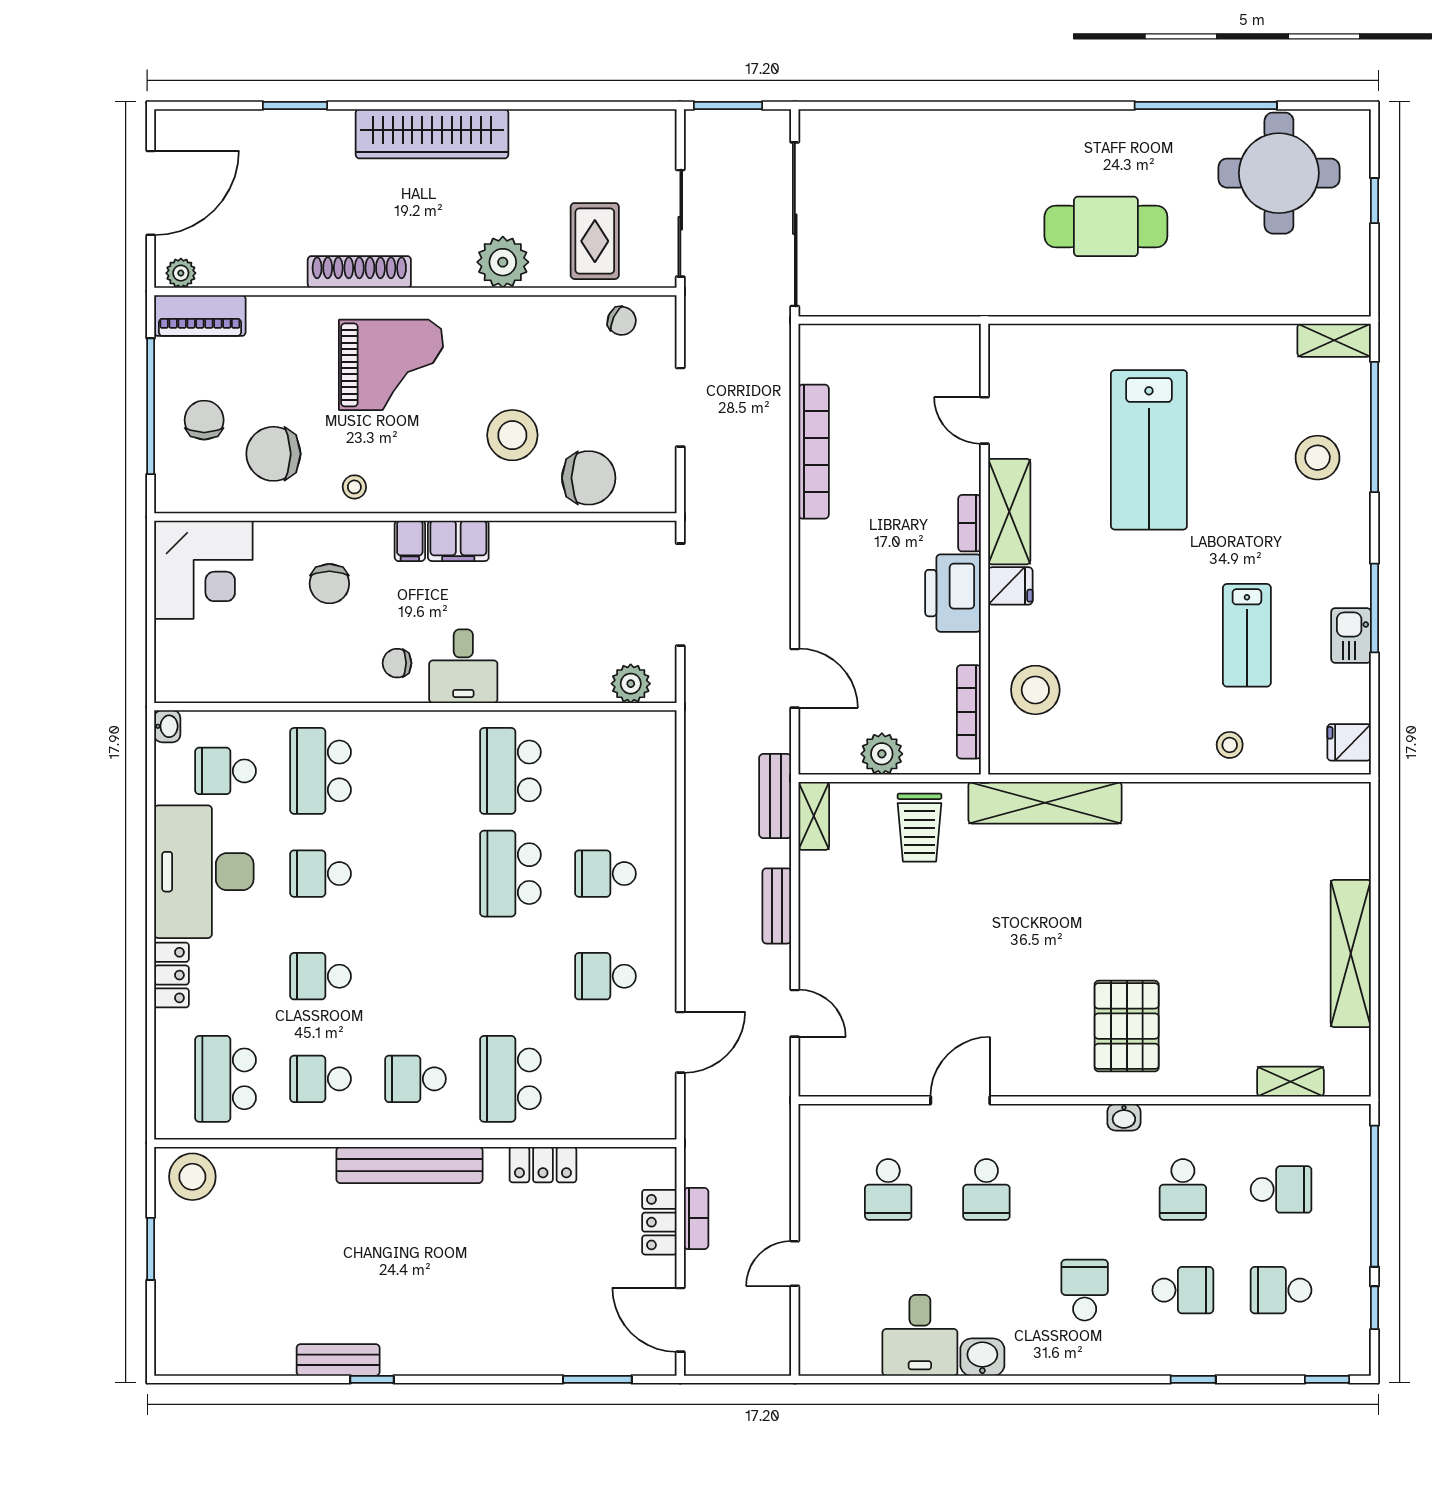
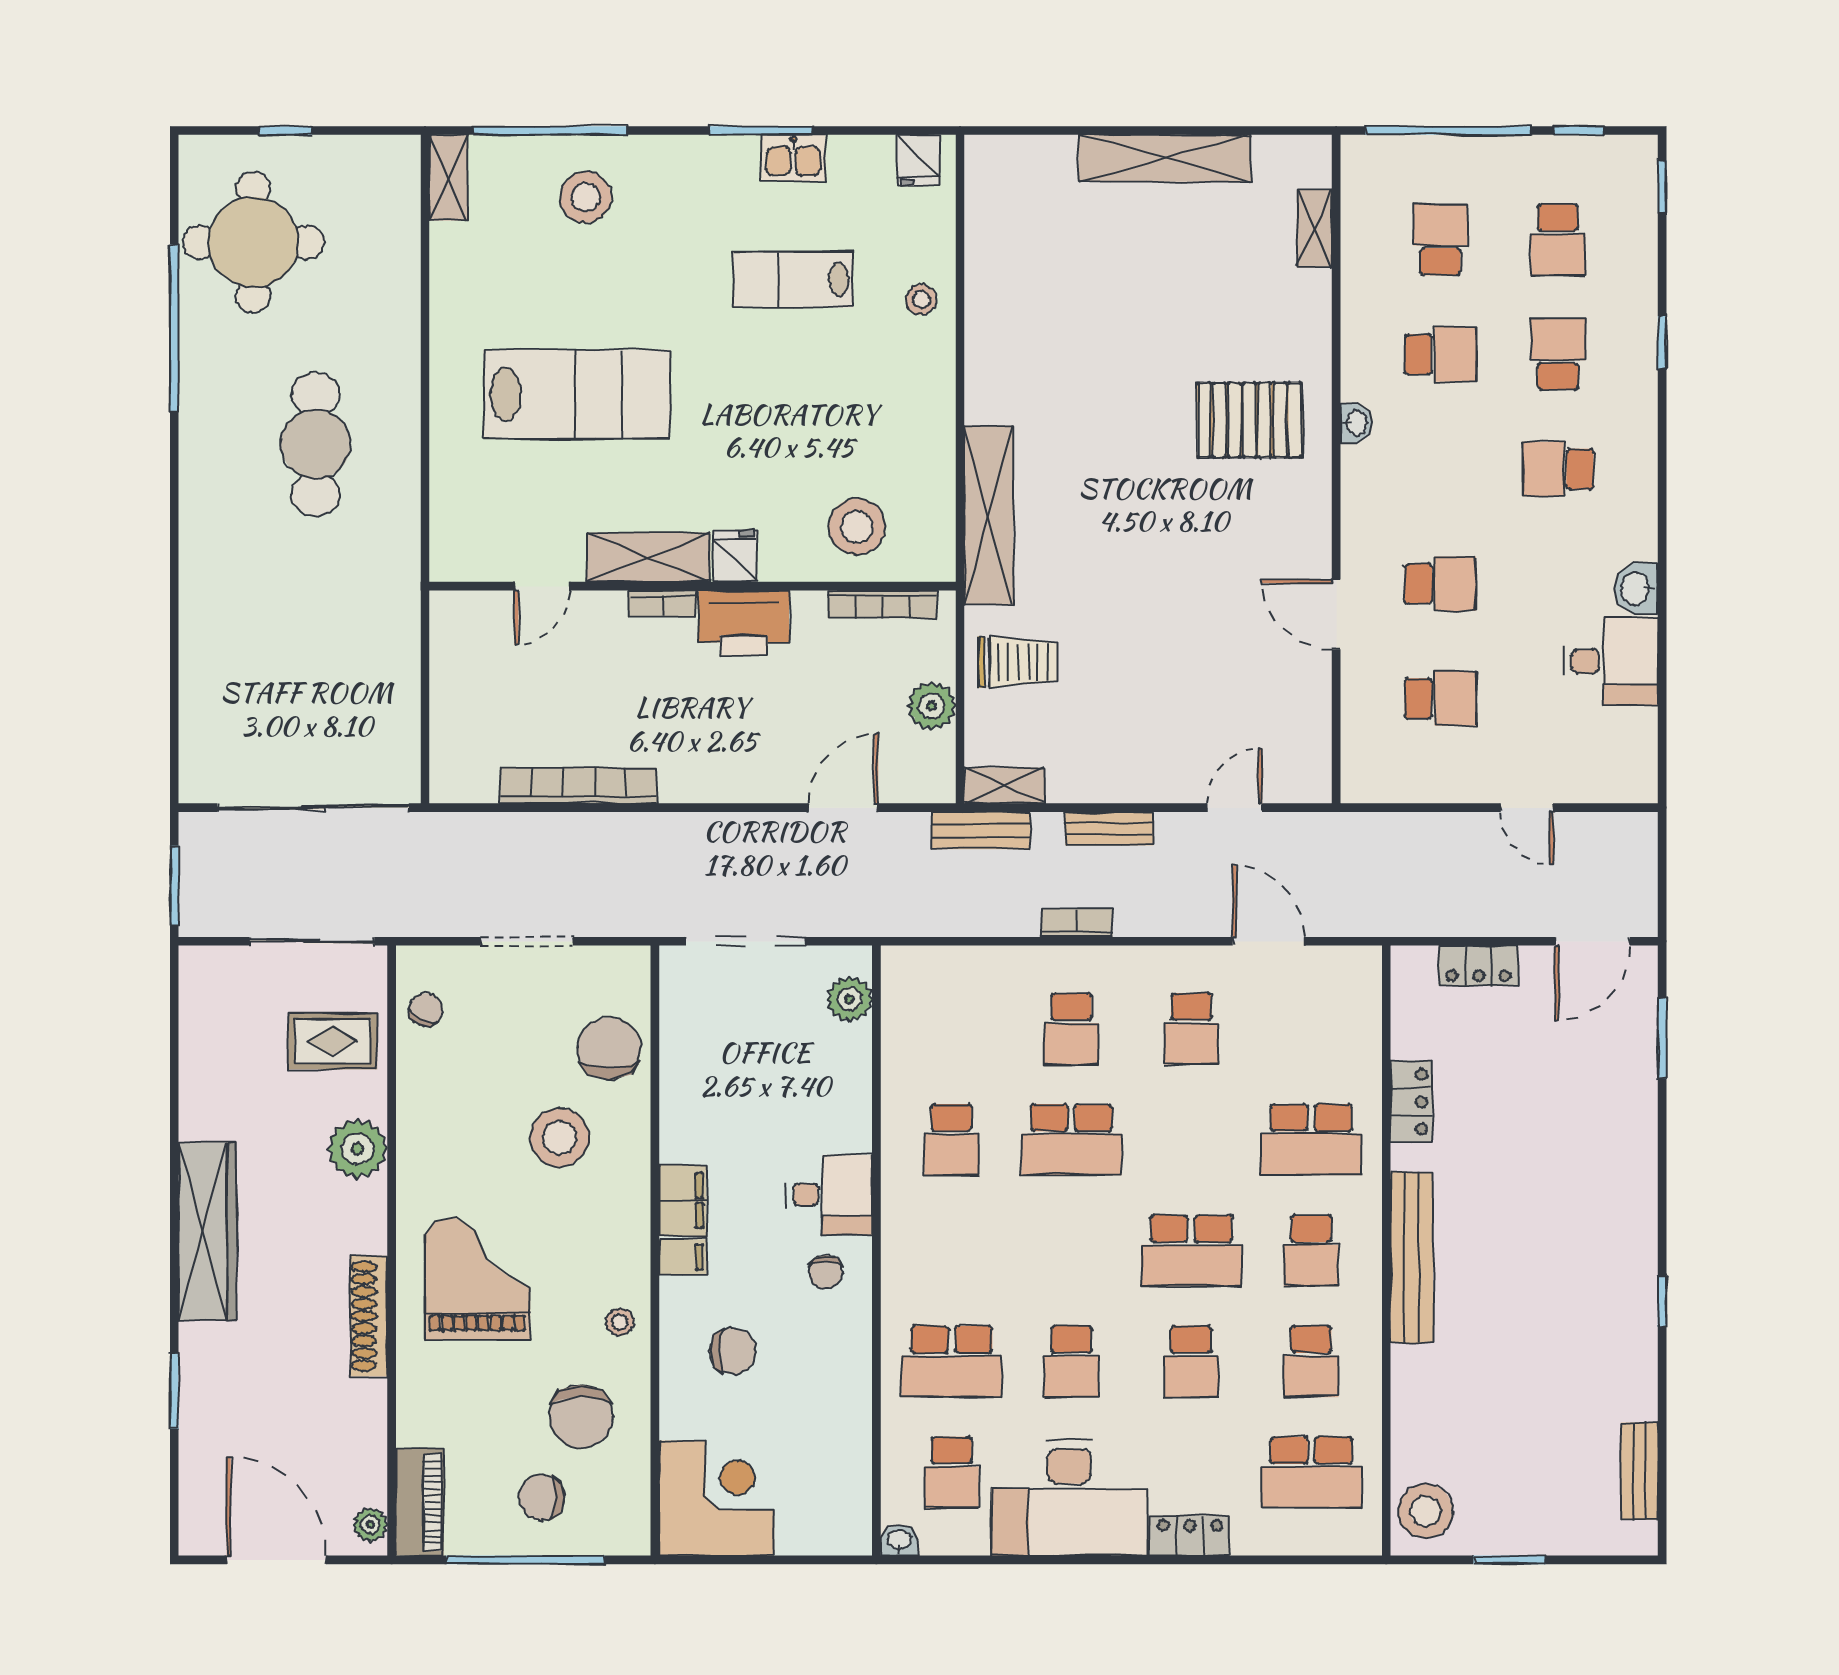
lab bench: (1247, 635) -> (793, 280), turned 180
school desk: (510, 771) -> (952, 1140), width x0.54
school desk: (415, 976) -> (1191, 1251), added
bookcase: (696, 1218) -> (1077, 923), moved
bench: (338, 1360) -> (1639, 1471), moved

